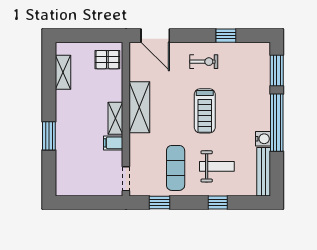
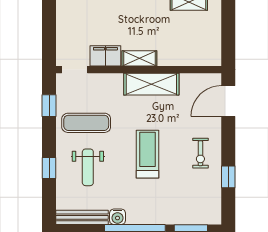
pallet: (107, 60) -> (203, 50), removed
treadmill: (205, 111) -> (147, 154), turned 90
filing cabinet: (113, 143) -> (105, 56), width x2.00

